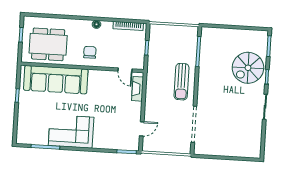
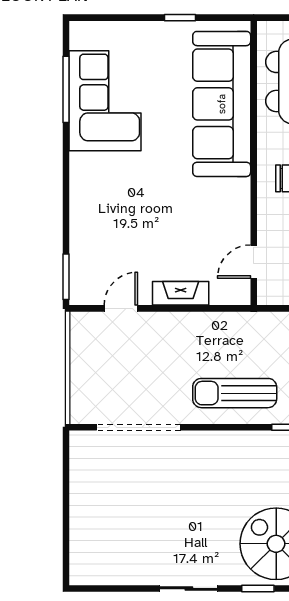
fireplace: (138, 89) -> (181, 293), moved
door: (142, 129) -> (121, 308), swing flipped
corner sofa: (71, 131) -> (105, 101), moved

